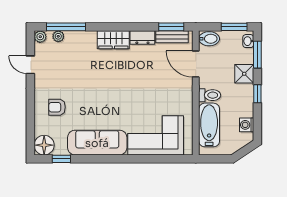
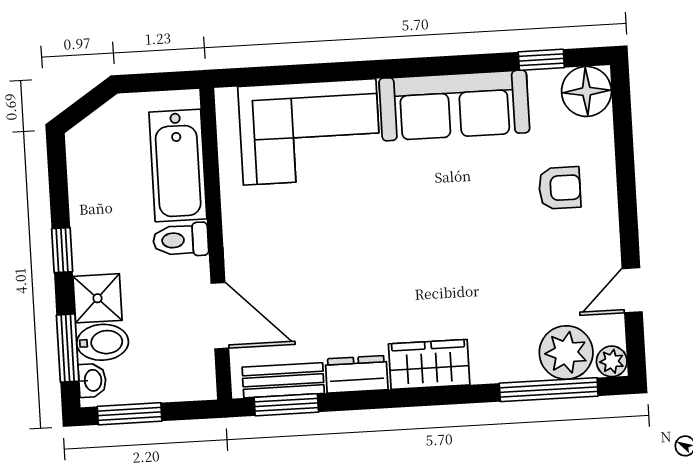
plant: (58, 36) -> (566, 353), width x1.87, depth x1.87
bidet: (209, 39) -> (103, 342), moved, turned 180
door: (30, 65) -> (632, 290), swing flipped
washing machine: (247, 125) -> (84, 171), removed

